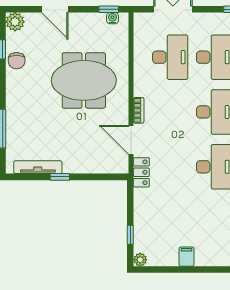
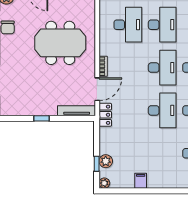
door: (131, 140) -> (97, 89), swing flipped
tv unit: (38, 167) -> (77, 111), moved
plant: (142, 232) -> (106, 161), added

